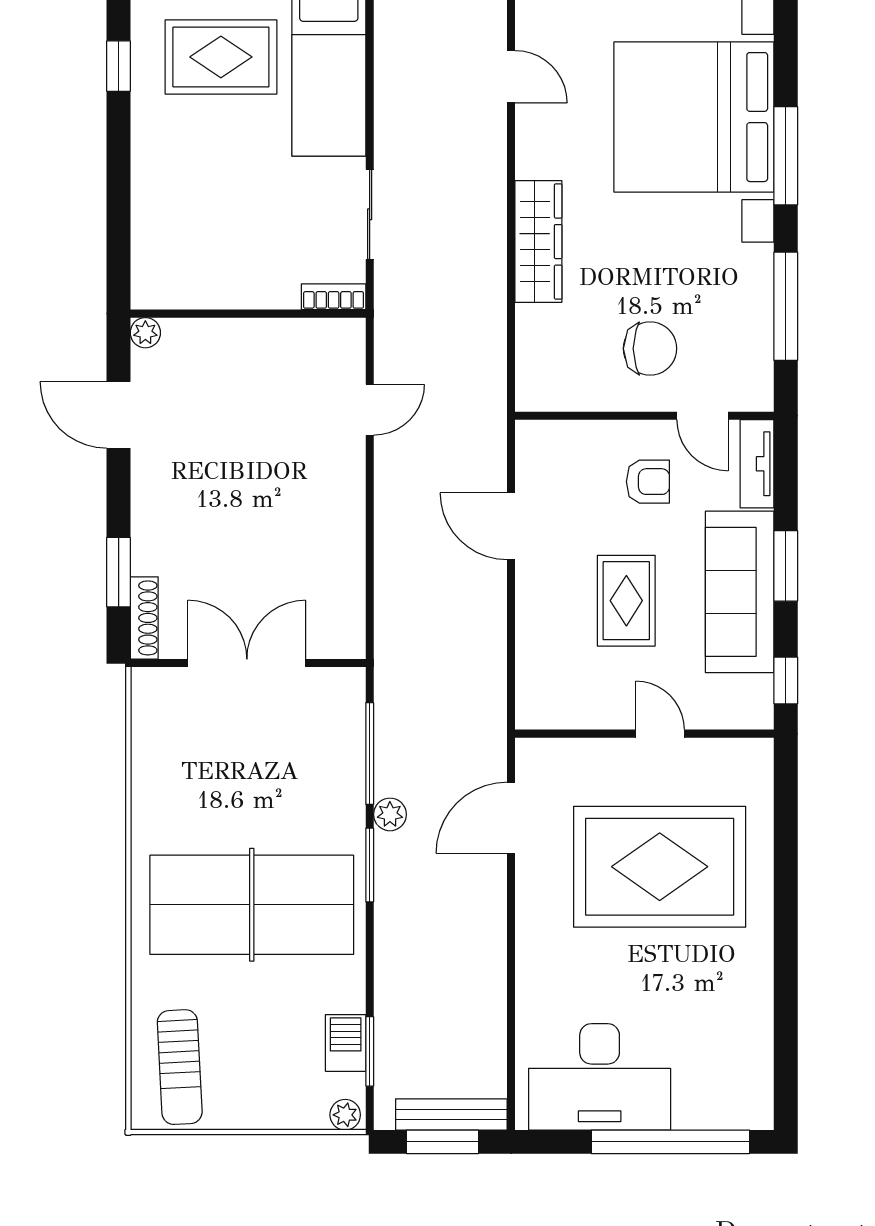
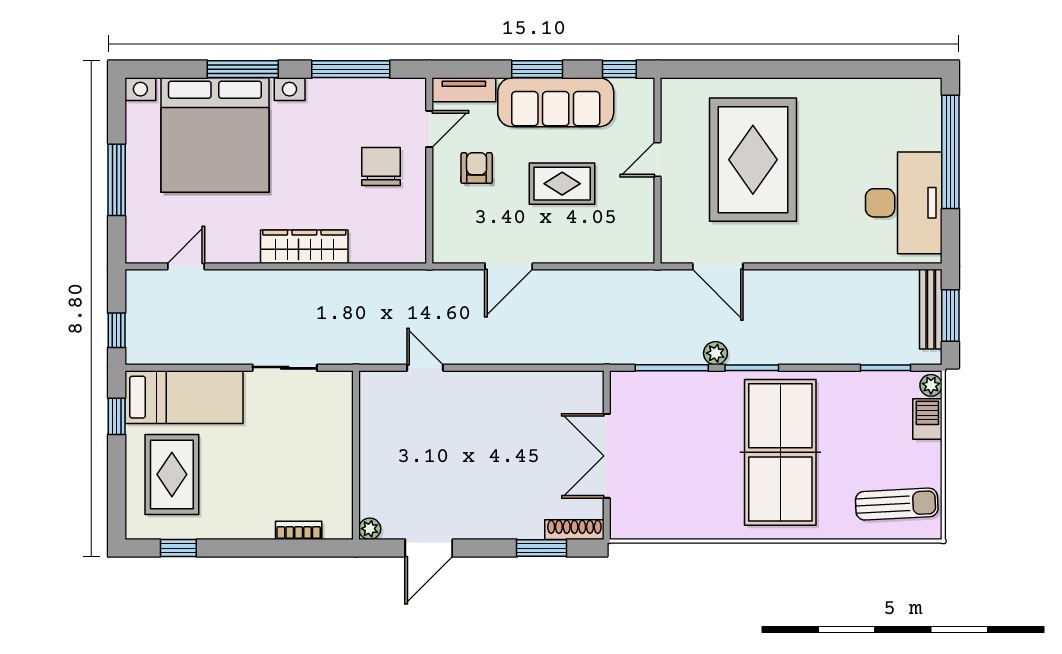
bookcase: (334, 297) -> (299, 530), moved, turned 90
barbecue: (346, 1043) -> (927, 419), moved, turned 90

